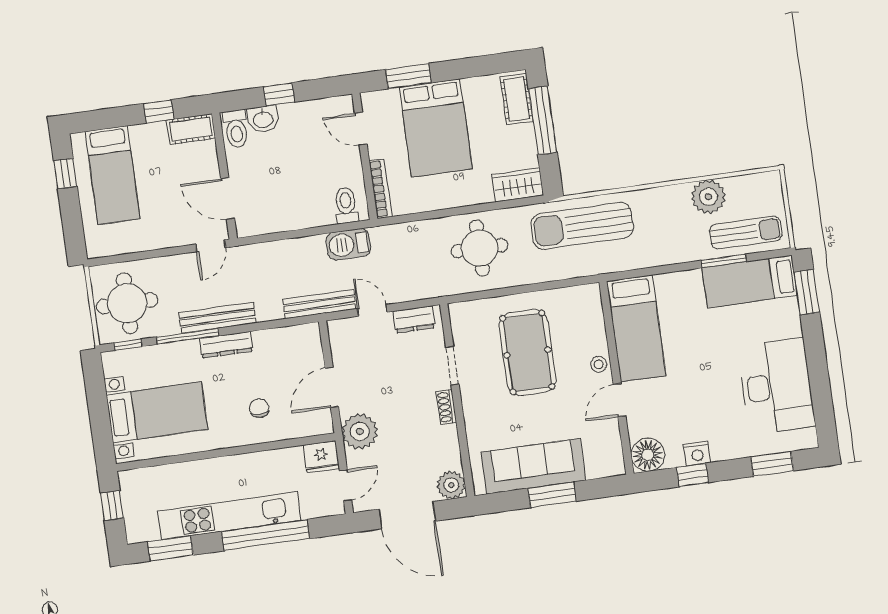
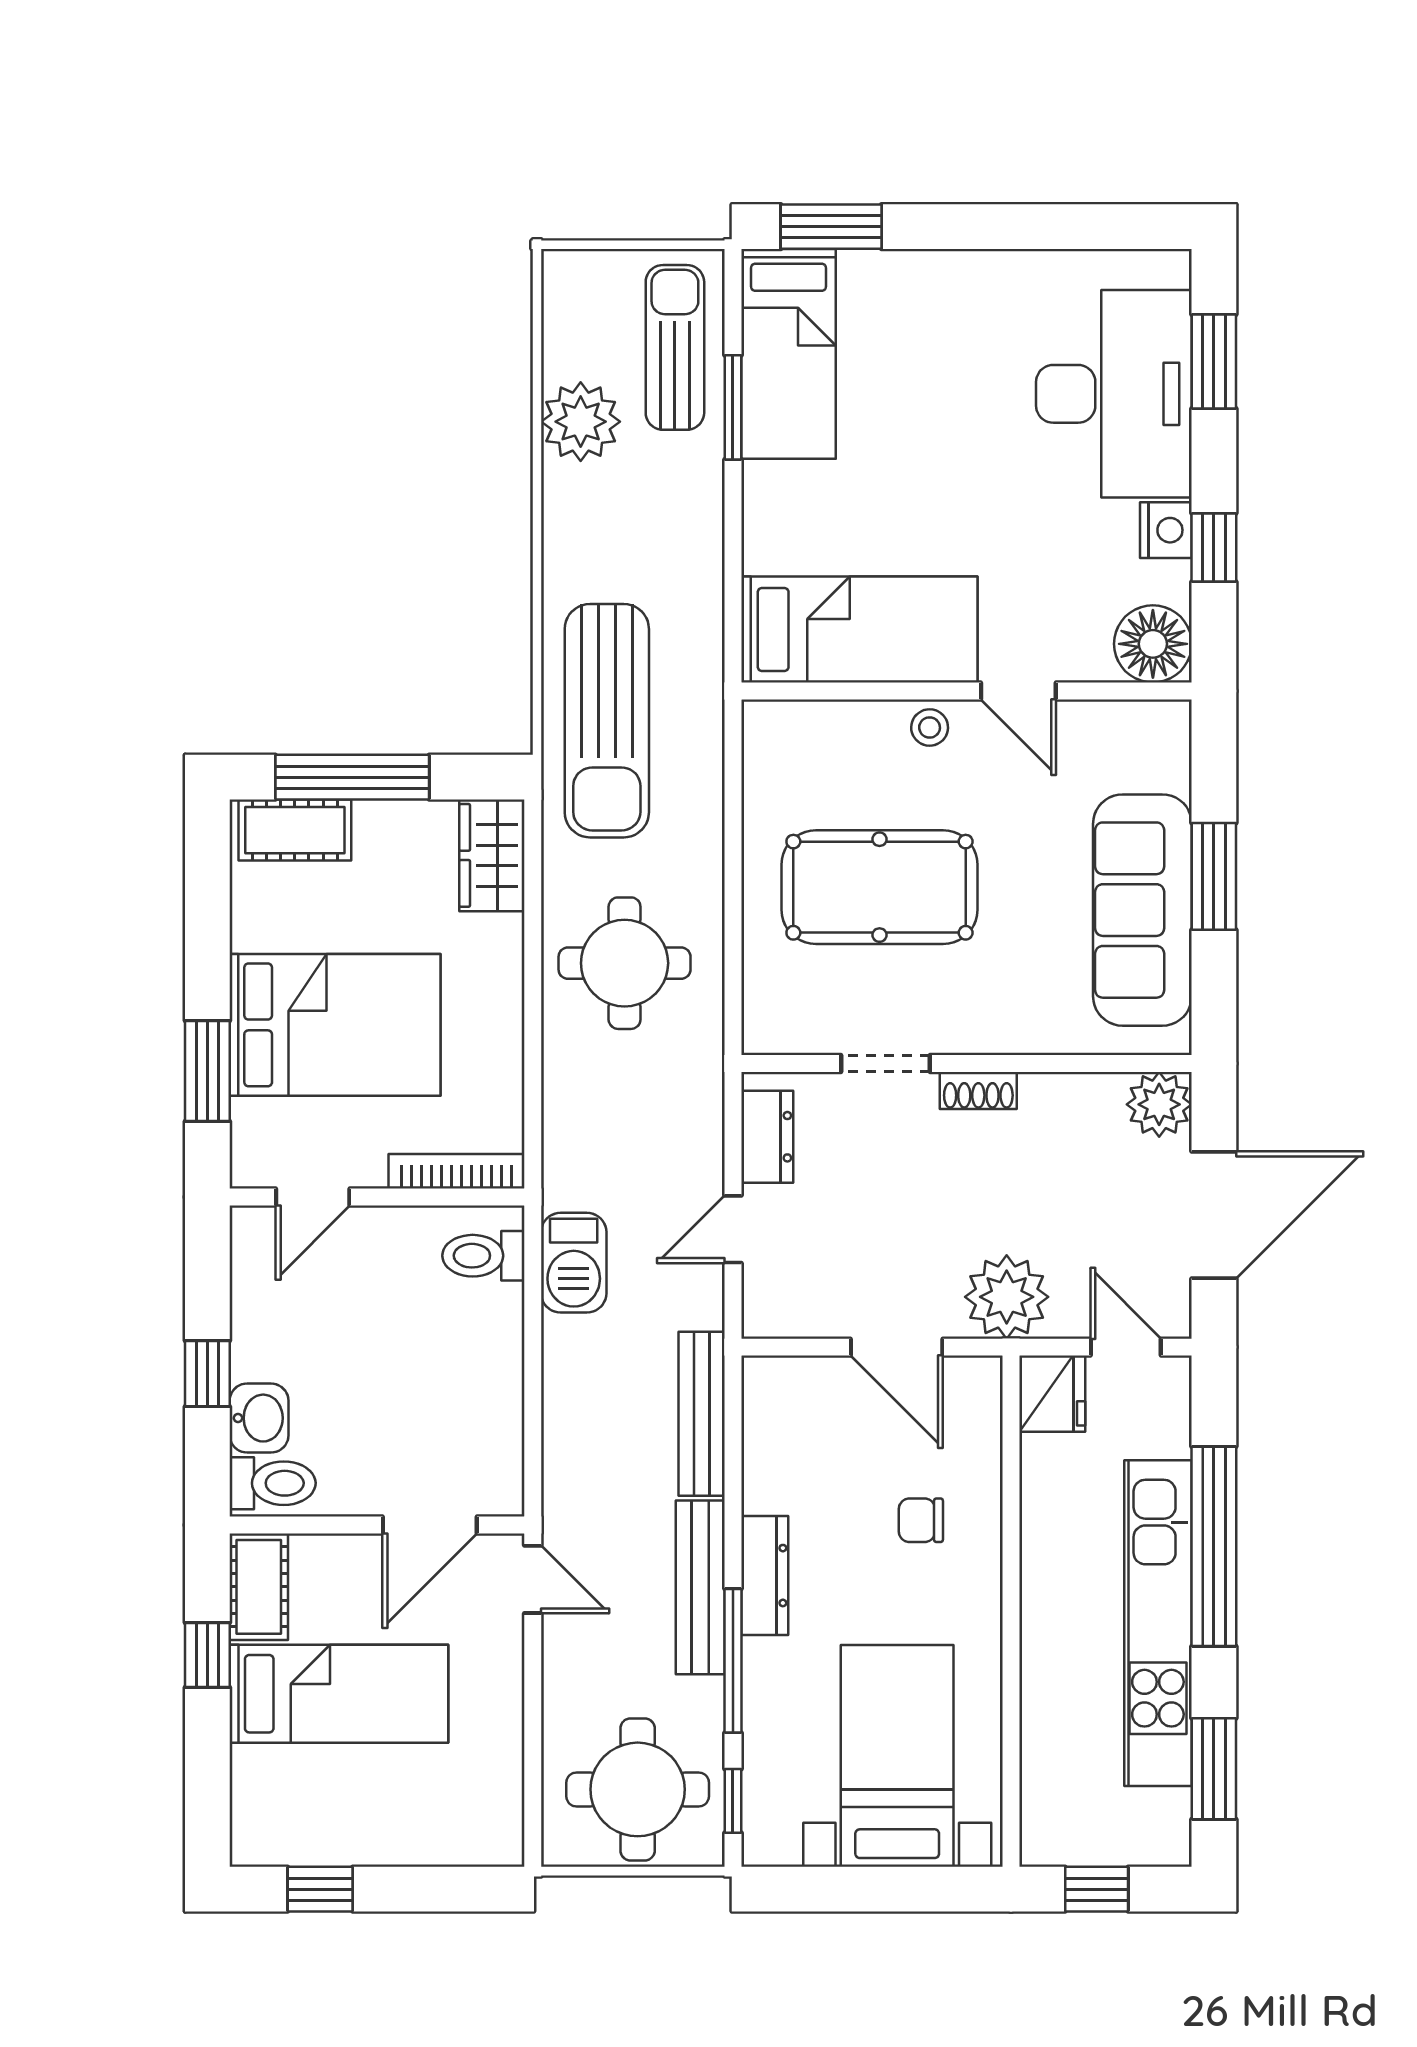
bed: (113, 175) -> (339, 1694), moved
bench: (319, 304) -> (702, 1414), moved
desk: (776, 386) -> (1114, 394), moved, turned 90

